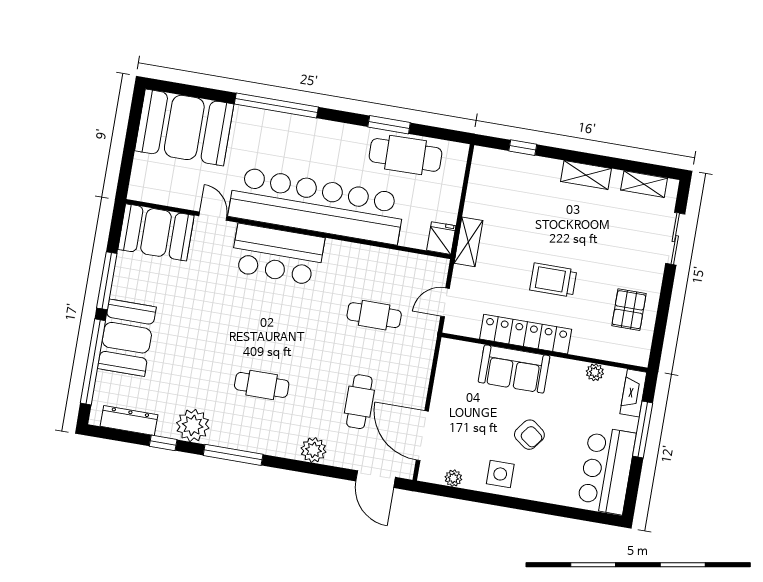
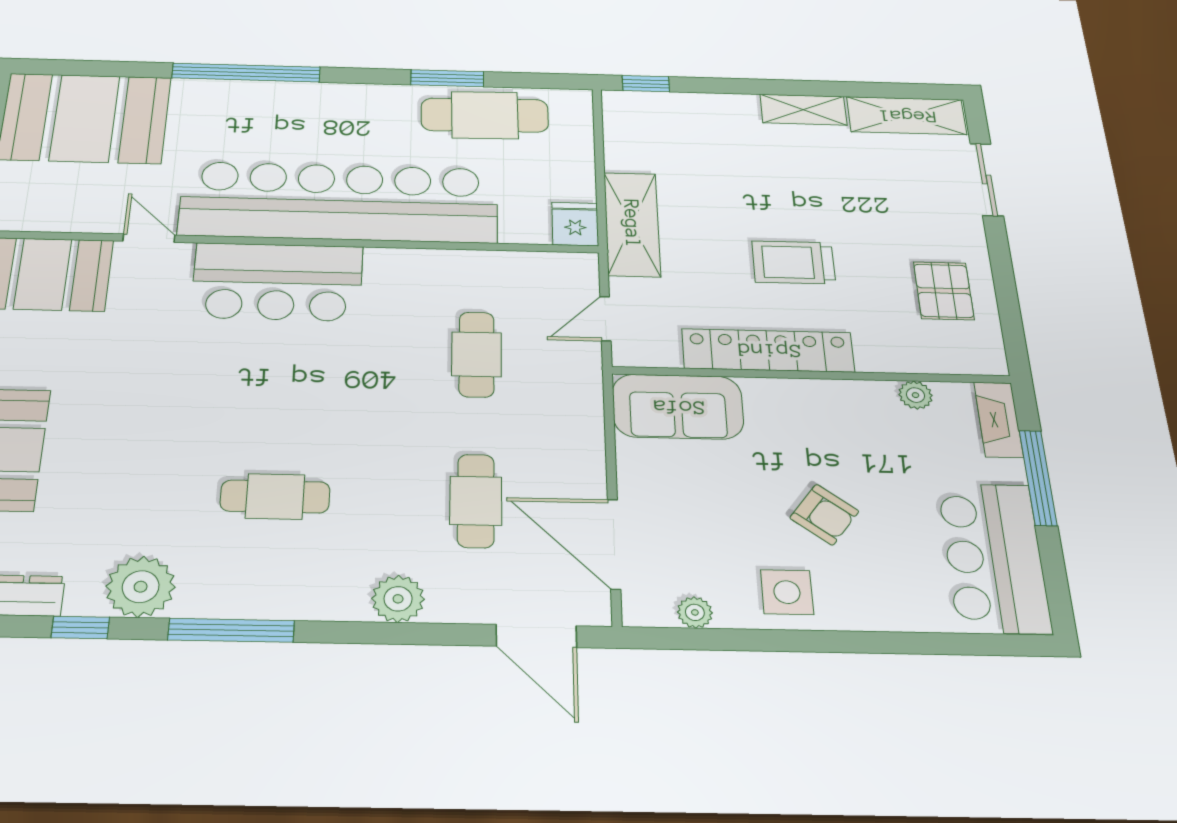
window: (523, 148) -> (646, 84), moved
shelving: (644, 184) -> (906, 116), width x1.50, depth x1.33
shelving: (468, 242) -> (632, 224), width x1.50, depth x1.33
cafe table: (374, 315) -> (477, 354), turned 90
sofa: (514, 369) -> (678, 407), moved

